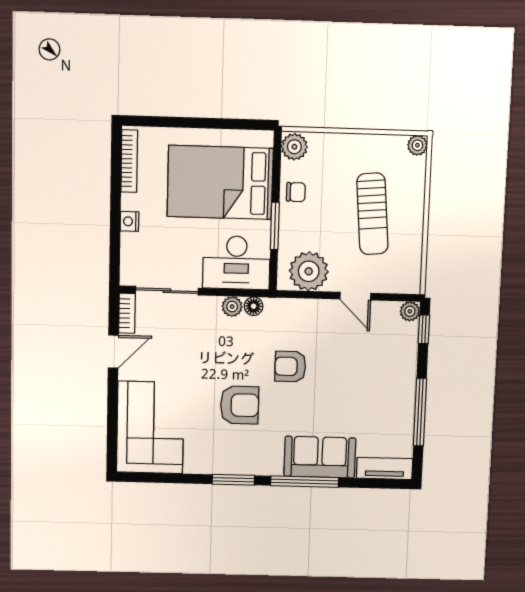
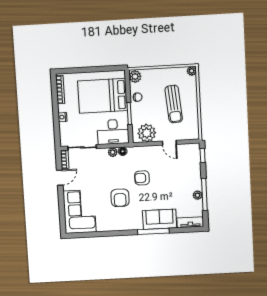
plant: (410, 311) -> (198, 195), moved
armchair: (240, 405) -> (120, 198), turned 90
window: (233, 480) -> (120, 233), removed

